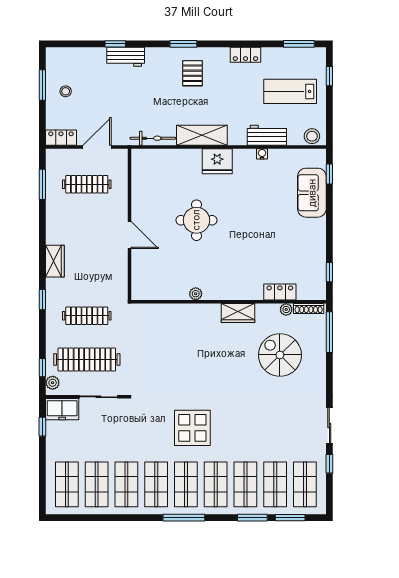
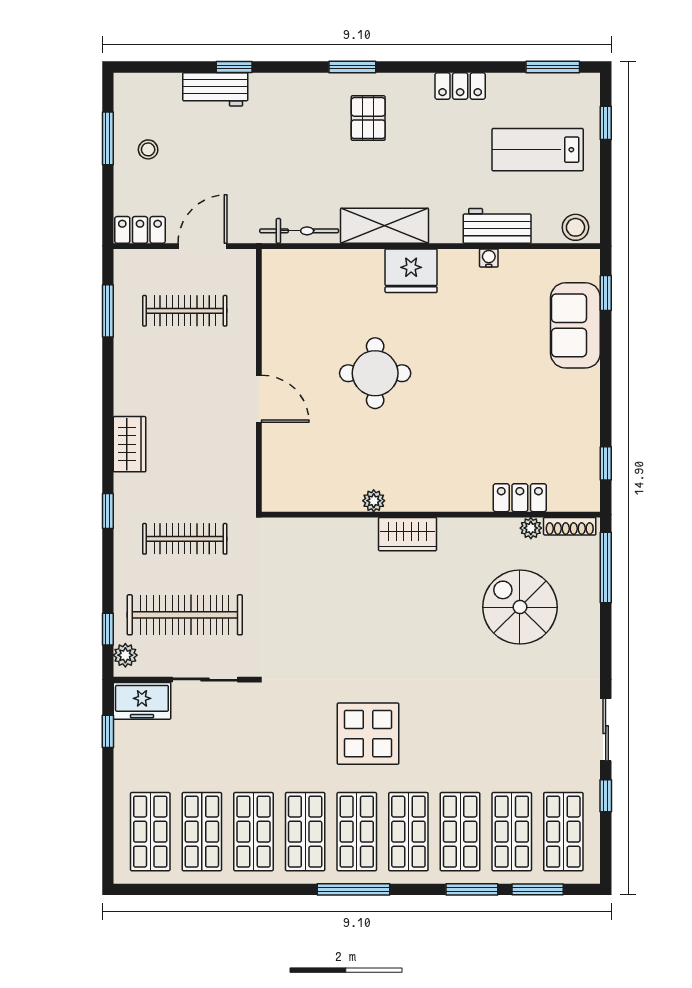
workbench: (126, 57) -> (215, 89), moved
wardrobe: (238, 313) -> (408, 534), moved

